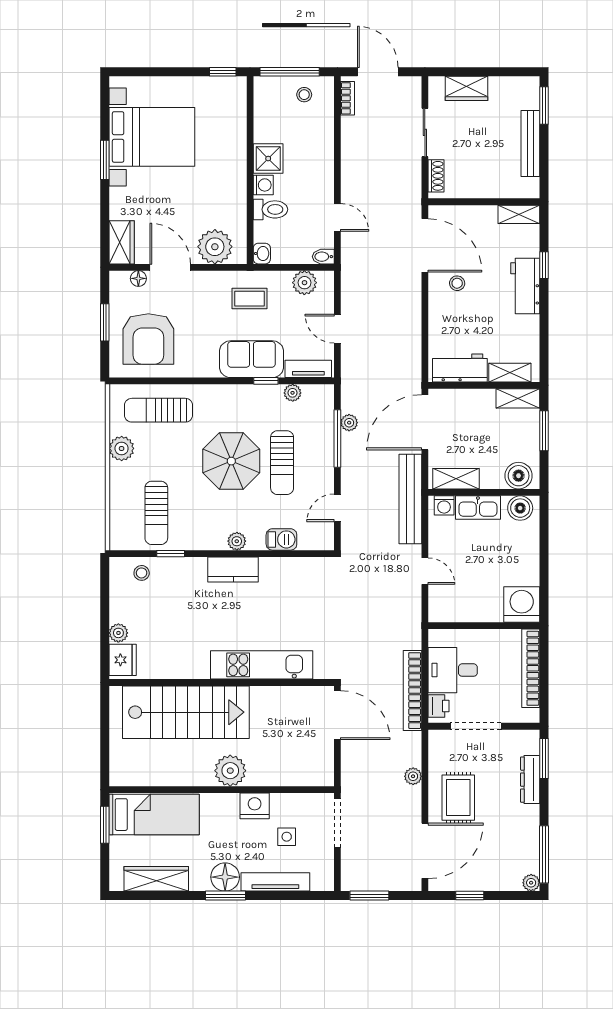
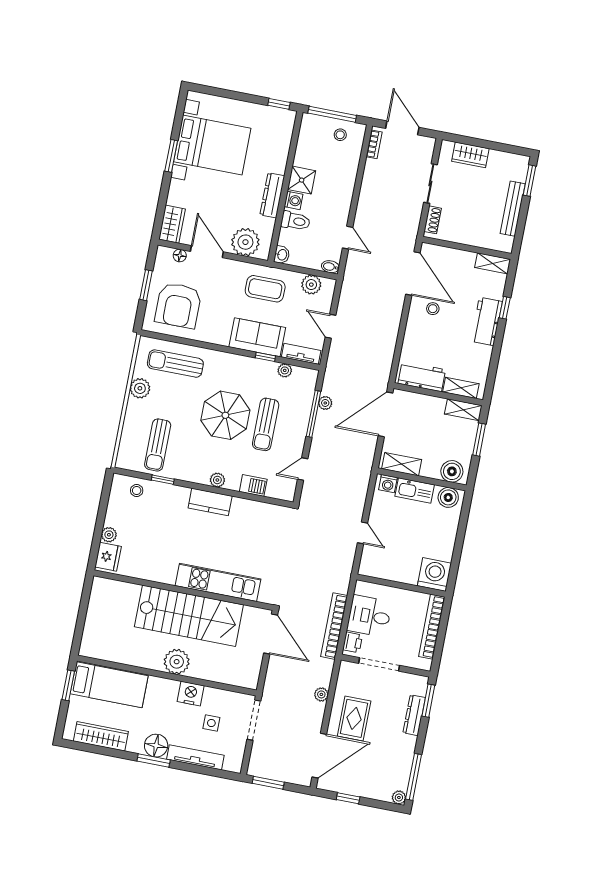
dresser: (236, 184) -> (272, 195), added
coffee table: (250, 299) -> (265, 289), width x1.36, depth x1.30
bench: (410, 499) -> (362, 473), removed
stairs: (186, 712) -> (189, 616), moved

